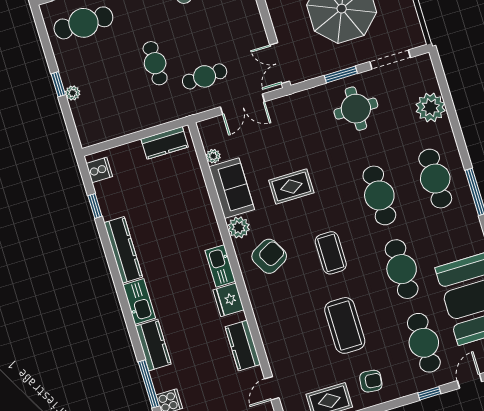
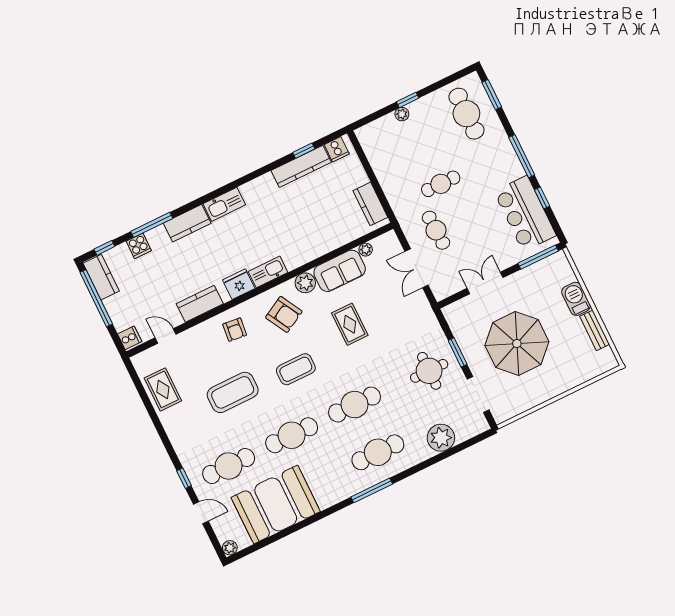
double door: (280, 63) -> (485, 283), moved
kitchen counter: (123, 250) -> (301, 166), moved
armchair: (371, 381) -> (235, 330), moved

